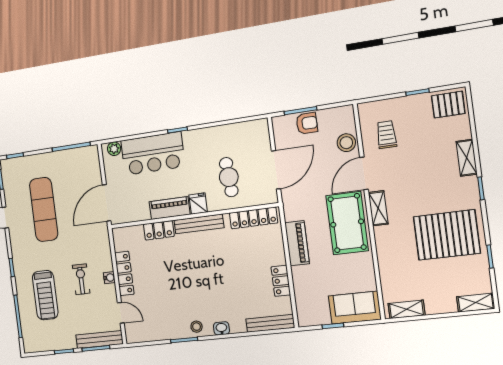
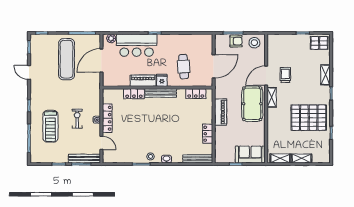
trolley: (386, 135) -> (285, 75), moved
stool: (346, 143) -> (254, 43), moved
door: (107, 203) -> (101, 61), moved
exercise mat: (44, 209) -> (67, 59), moved
locker: (254, 218) -> (196, 94), width x0.66
shelving: (476, 303) -> (302, 158), moved

